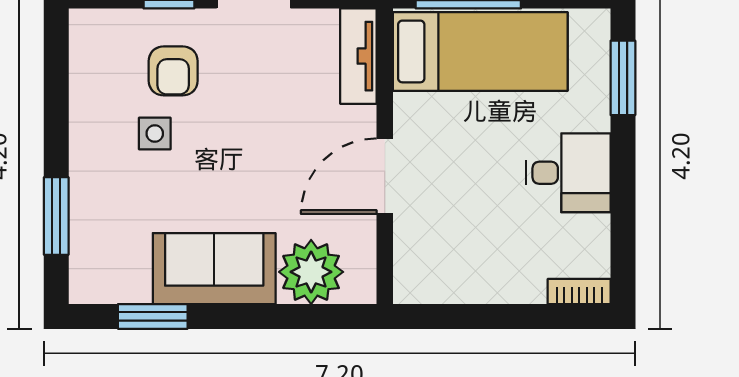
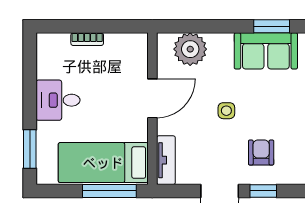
side table: (155, 133) -> (226, 111), moved
sofa: (214, 269) -> (266, 51), moved
bookcase: (579, 292) -> (87, 39), moved

